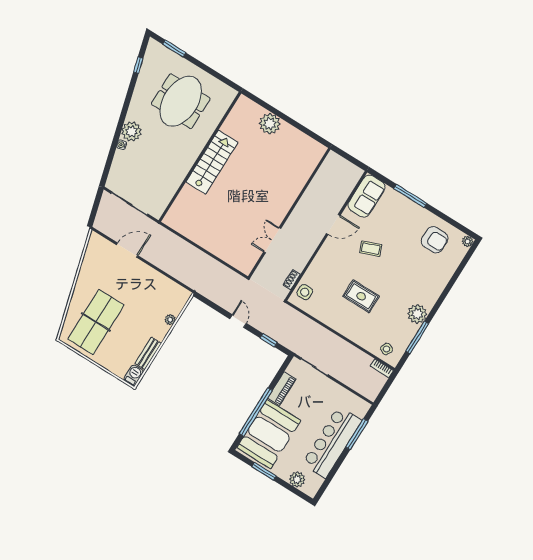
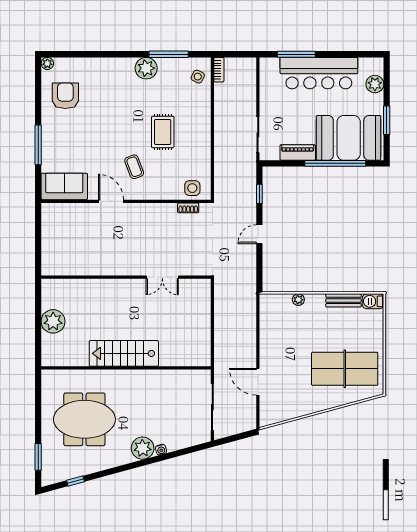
wall: (289, 213) -> (126, 277), moved
double door: (272, 240) -> (162, 277), moved
coffee table: (371, 249) -> (134, 167), moved

